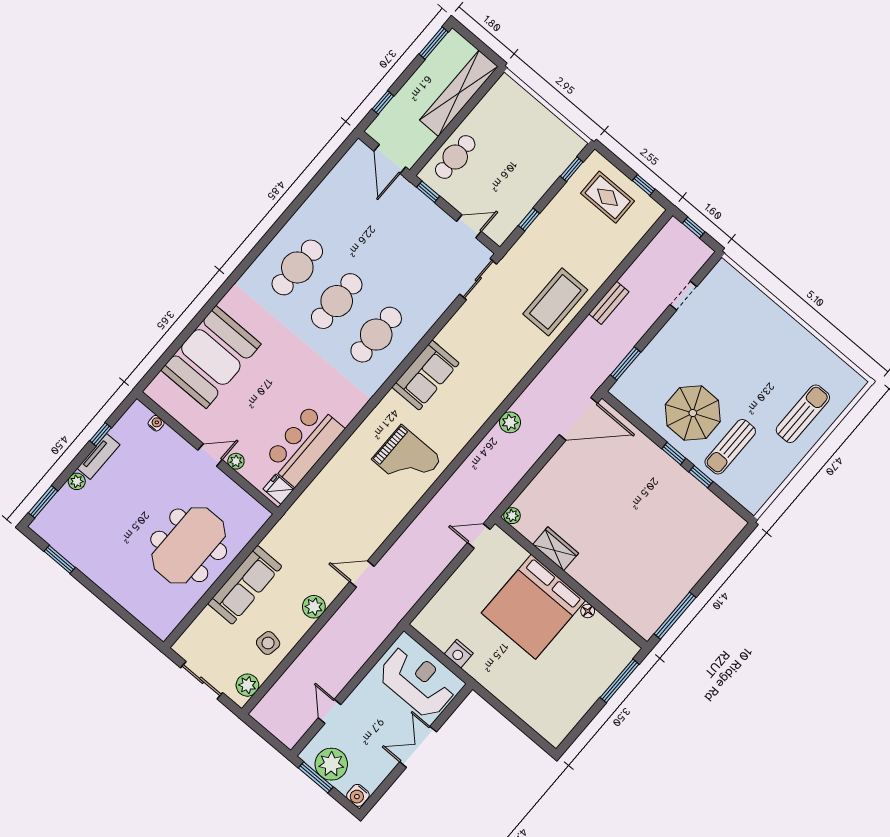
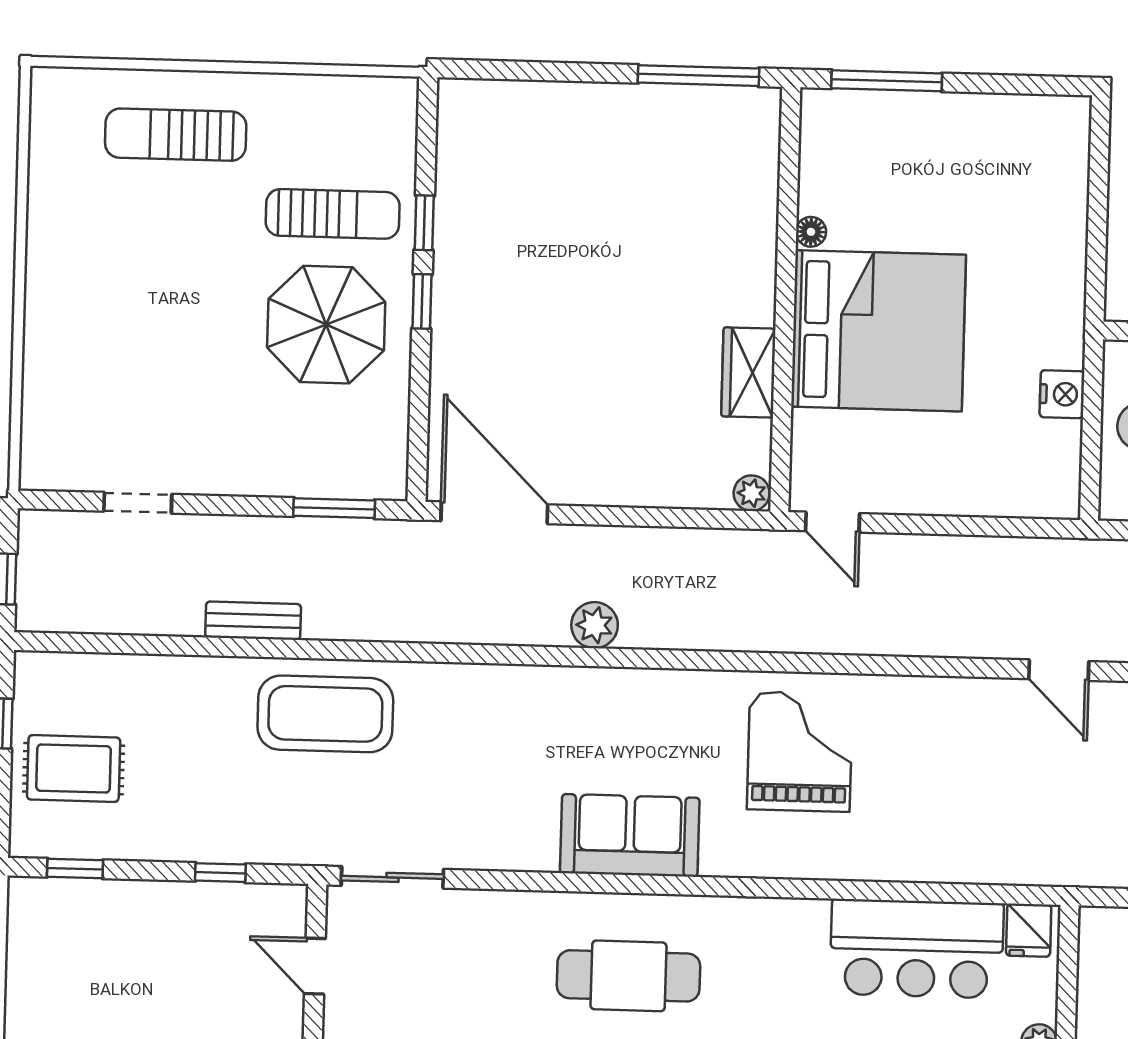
rug: (608, 197) -> (74, 769), turned 90

